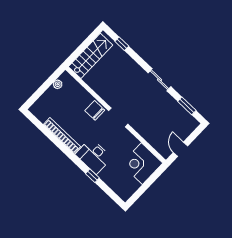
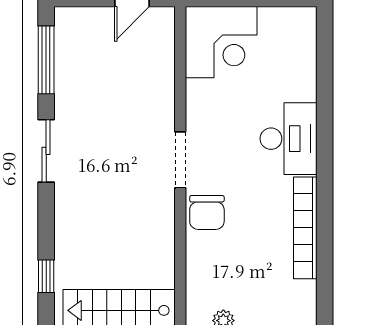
window: (187, 106) -> (46, 60), width x1.44
window: (92, 176) -> (325, 108), removed

